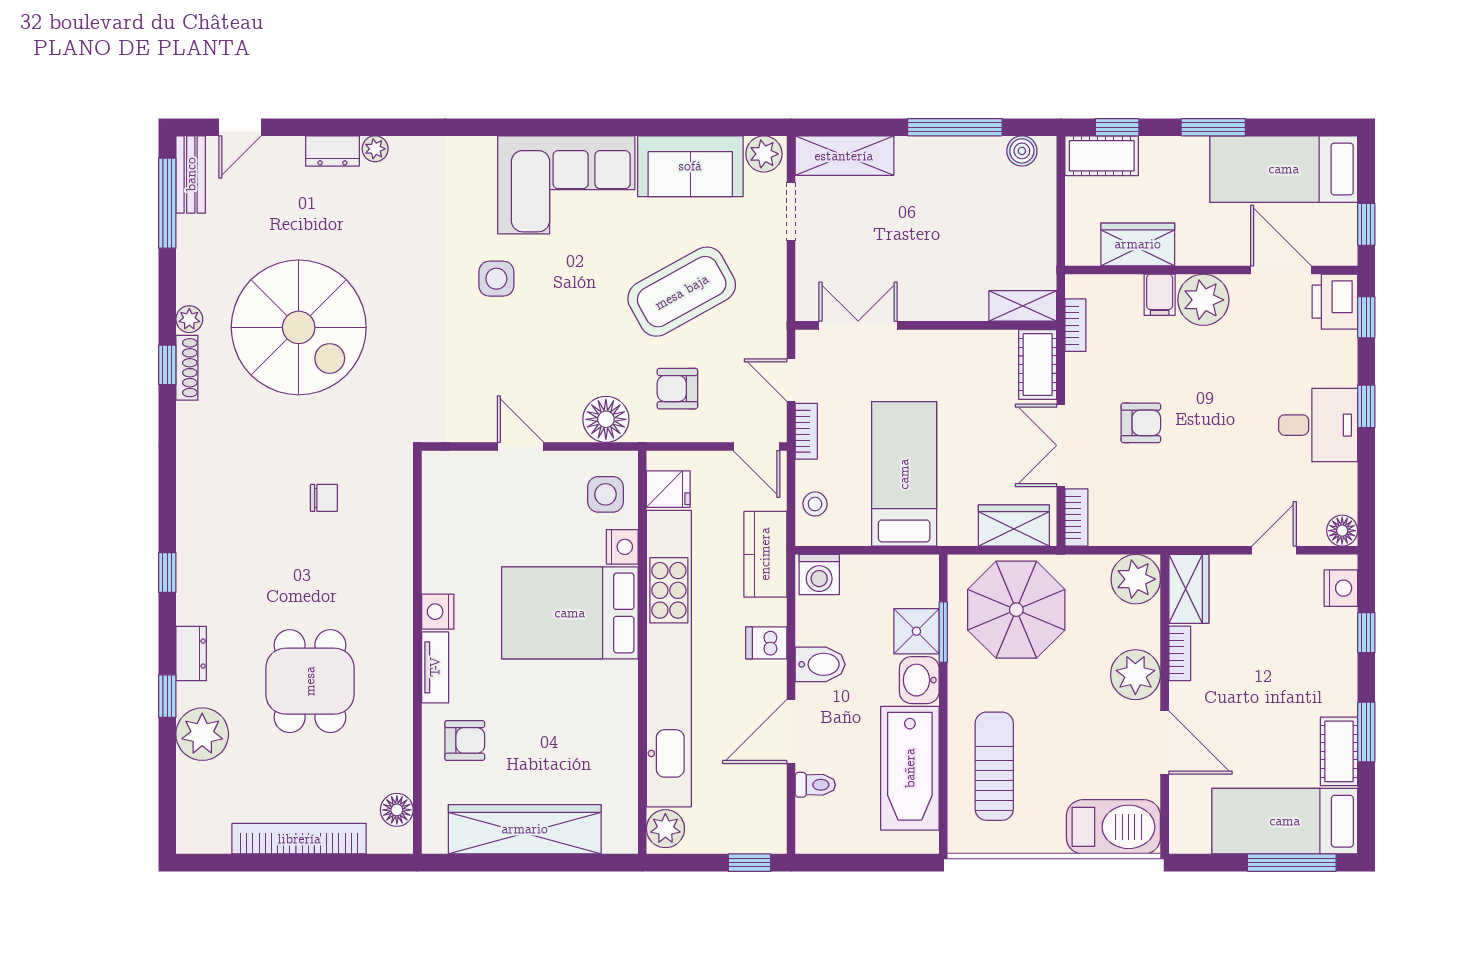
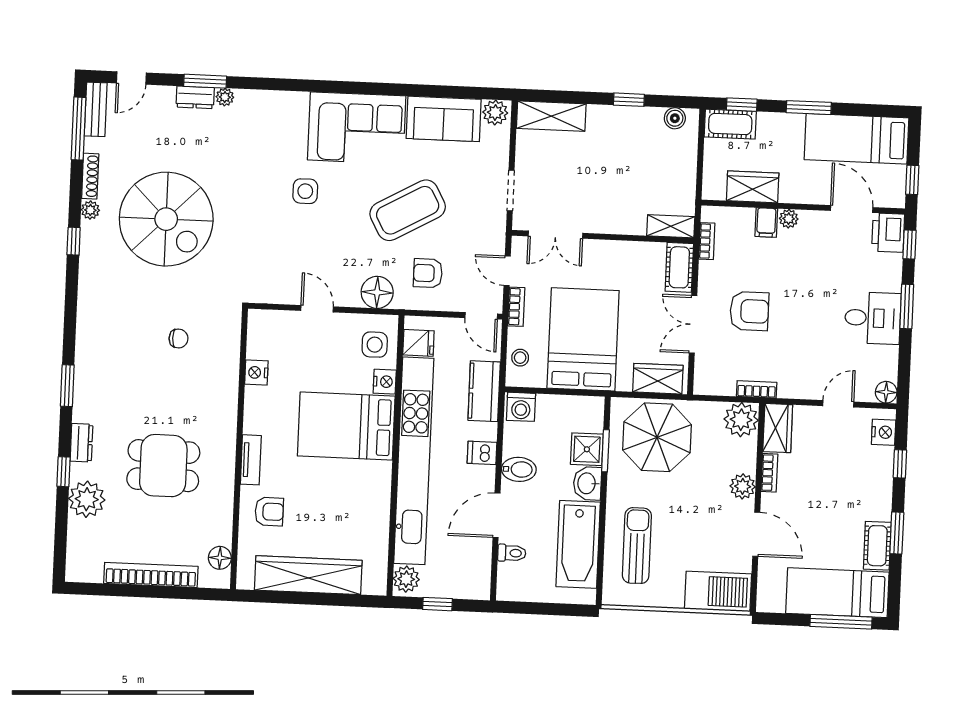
window: (346, 127) -> (205, 81), added
window: (955, 127) -> (629, 100), width x0.46
doorway: (791, 211) -> (511, 191), moved
coffee table: (682, 292) -> (408, 210), moved
plant: (1203, 300) -> (789, 219), width x0.53, depth x0.53
double door: (858, 325) -> (556, 235), swing flipped
shoe rack: (187, 368) -> (90, 176), moved
window: (1366, 406) -> (907, 306), width x1.50
armchair: (1141, 423) -> (749, 311), width x1.38, depth x1.38
bed: (904, 474) -> (583, 339), width x1.50
bookcase: (1076, 518) -> (757, 389), moved, turned -90
window: (167, 572) -> (67, 386), width x1.50
nightstand: (438, 612) -> (256, 372), moved
plant: (1135, 675) -> (743, 486), width x0.73, depth x0.73
dining table: (310, 681) -> (163, 466), turned 90
window: (749, 863) -> (438, 604), moved

